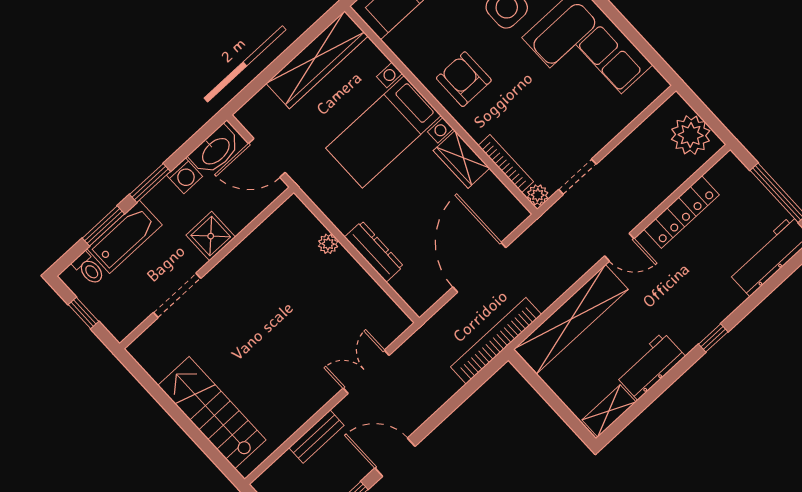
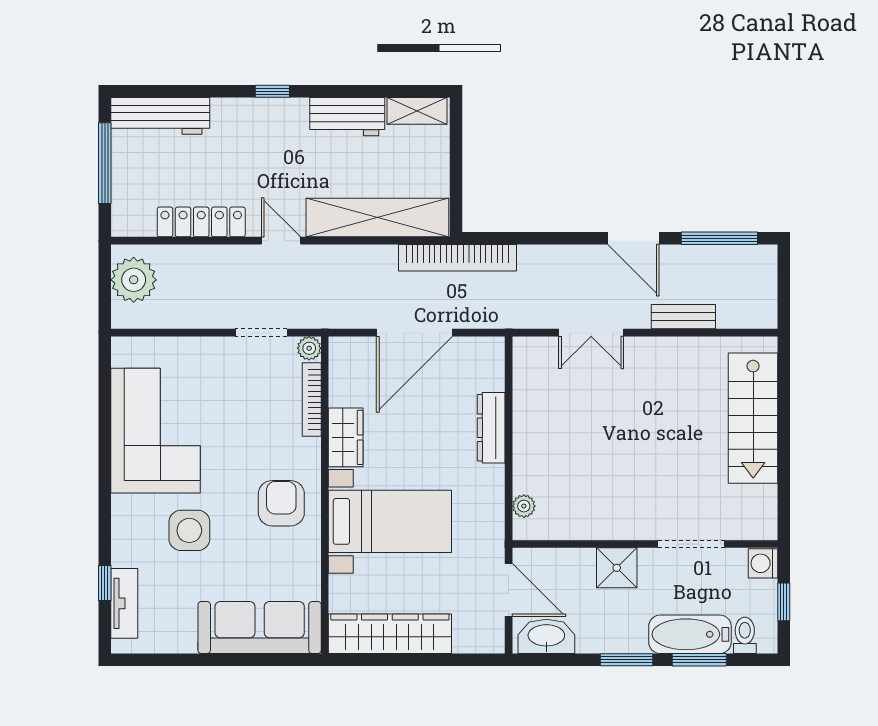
armchair: (464, 79) -> (281, 503), turned 180
washing machine: (185, 176) -> (763, 563), moved, turned -90
plant: (328, 244) -> (524, 506), moved

